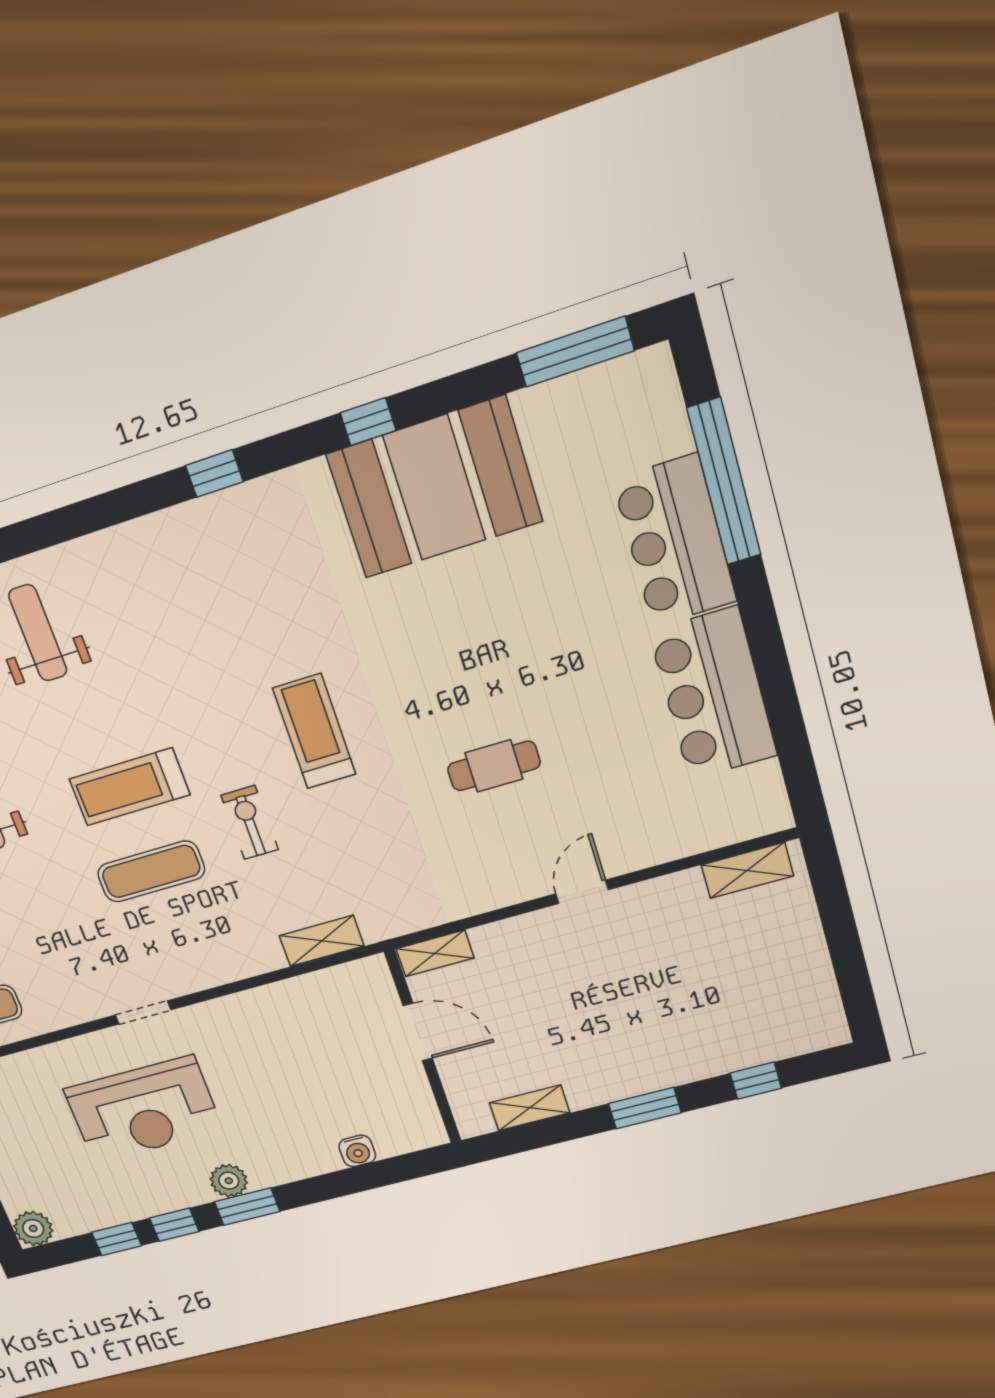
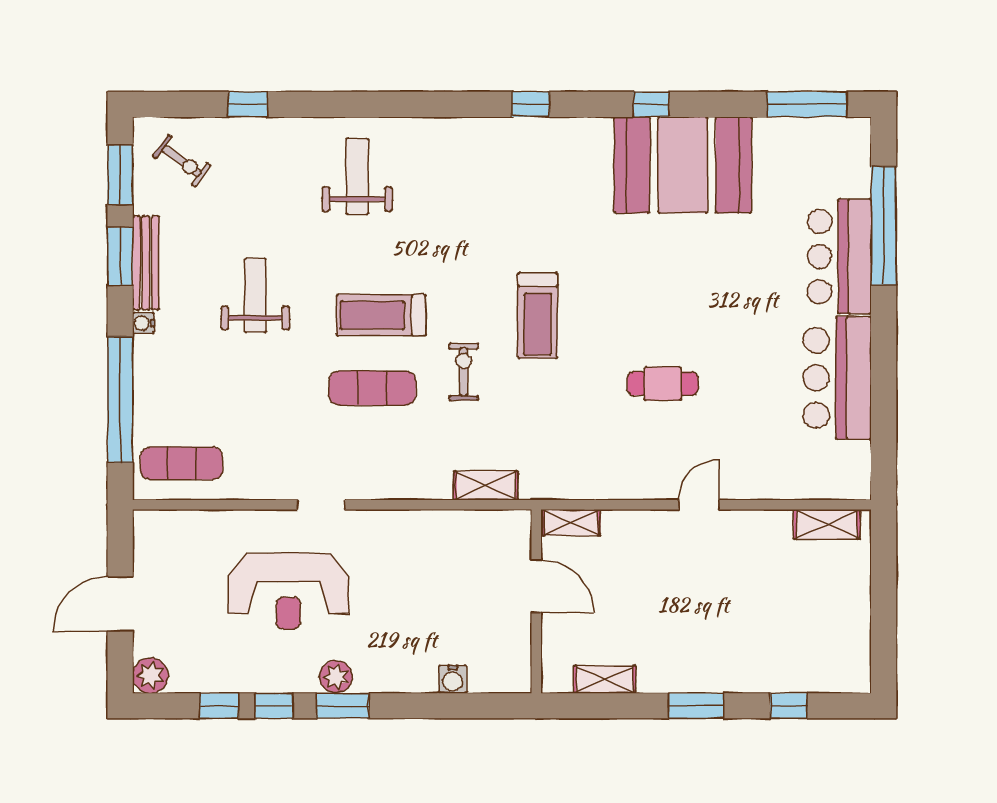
treadmill: (314, 731) -> (538, 315), turned 180

